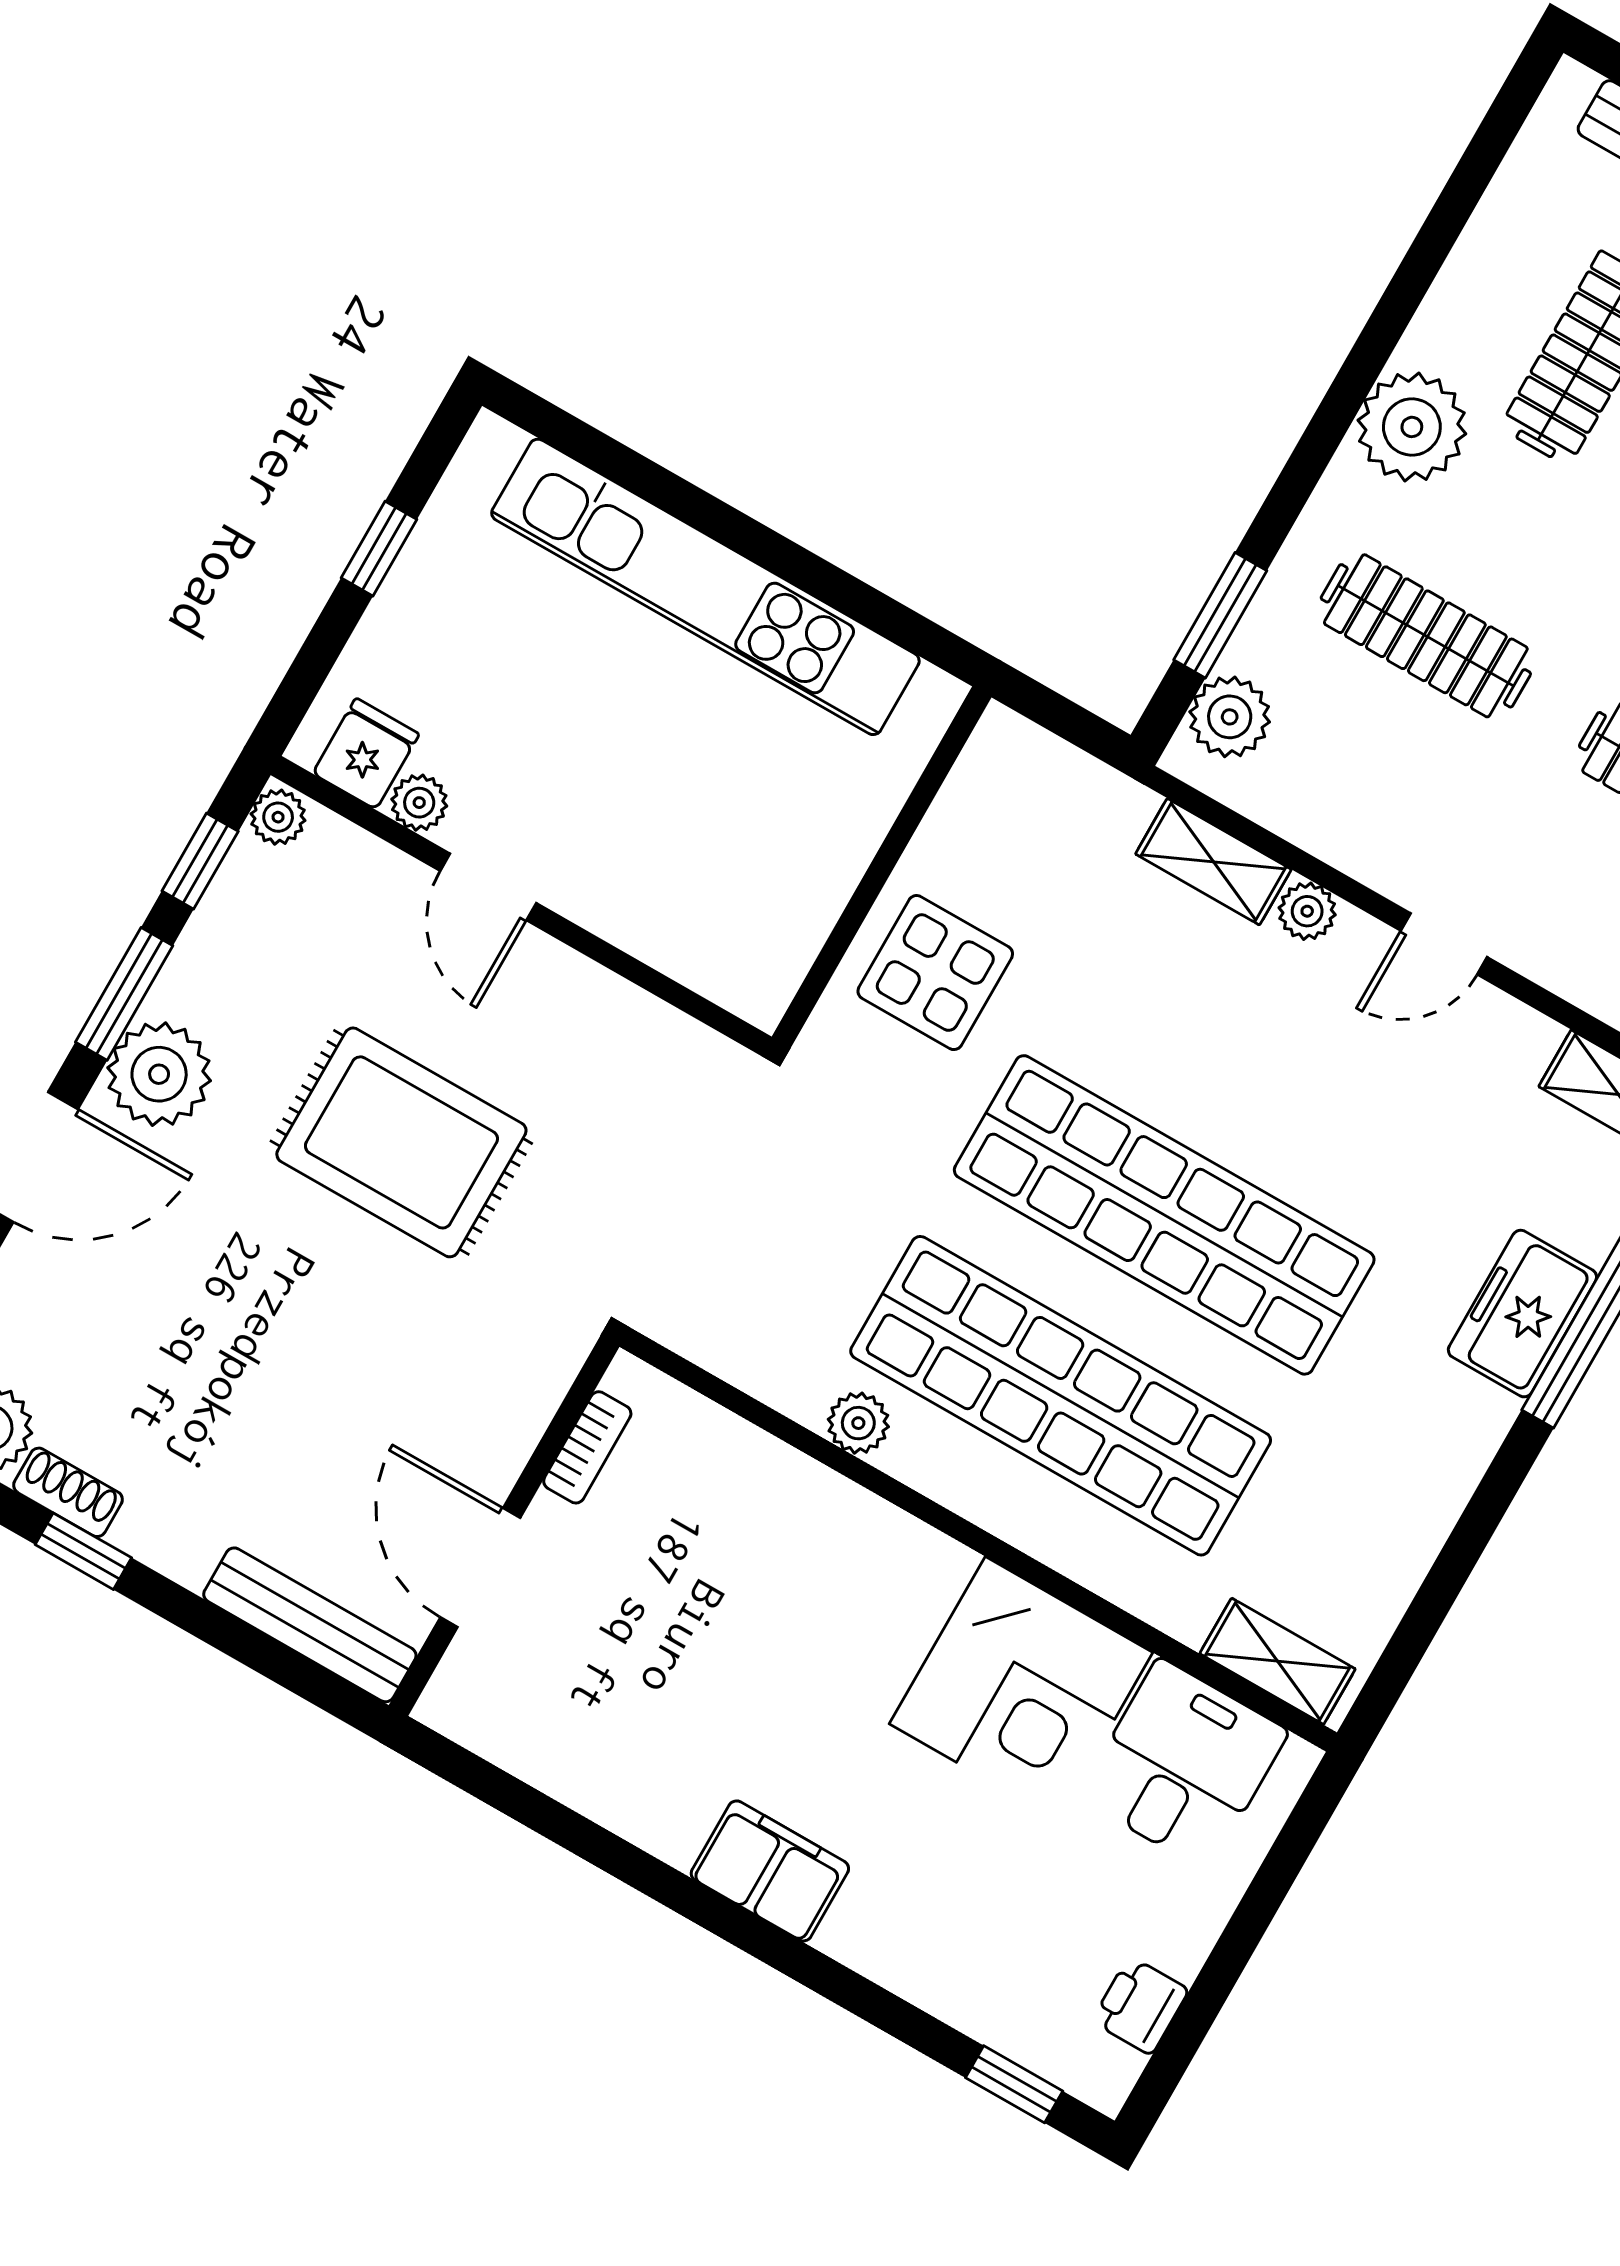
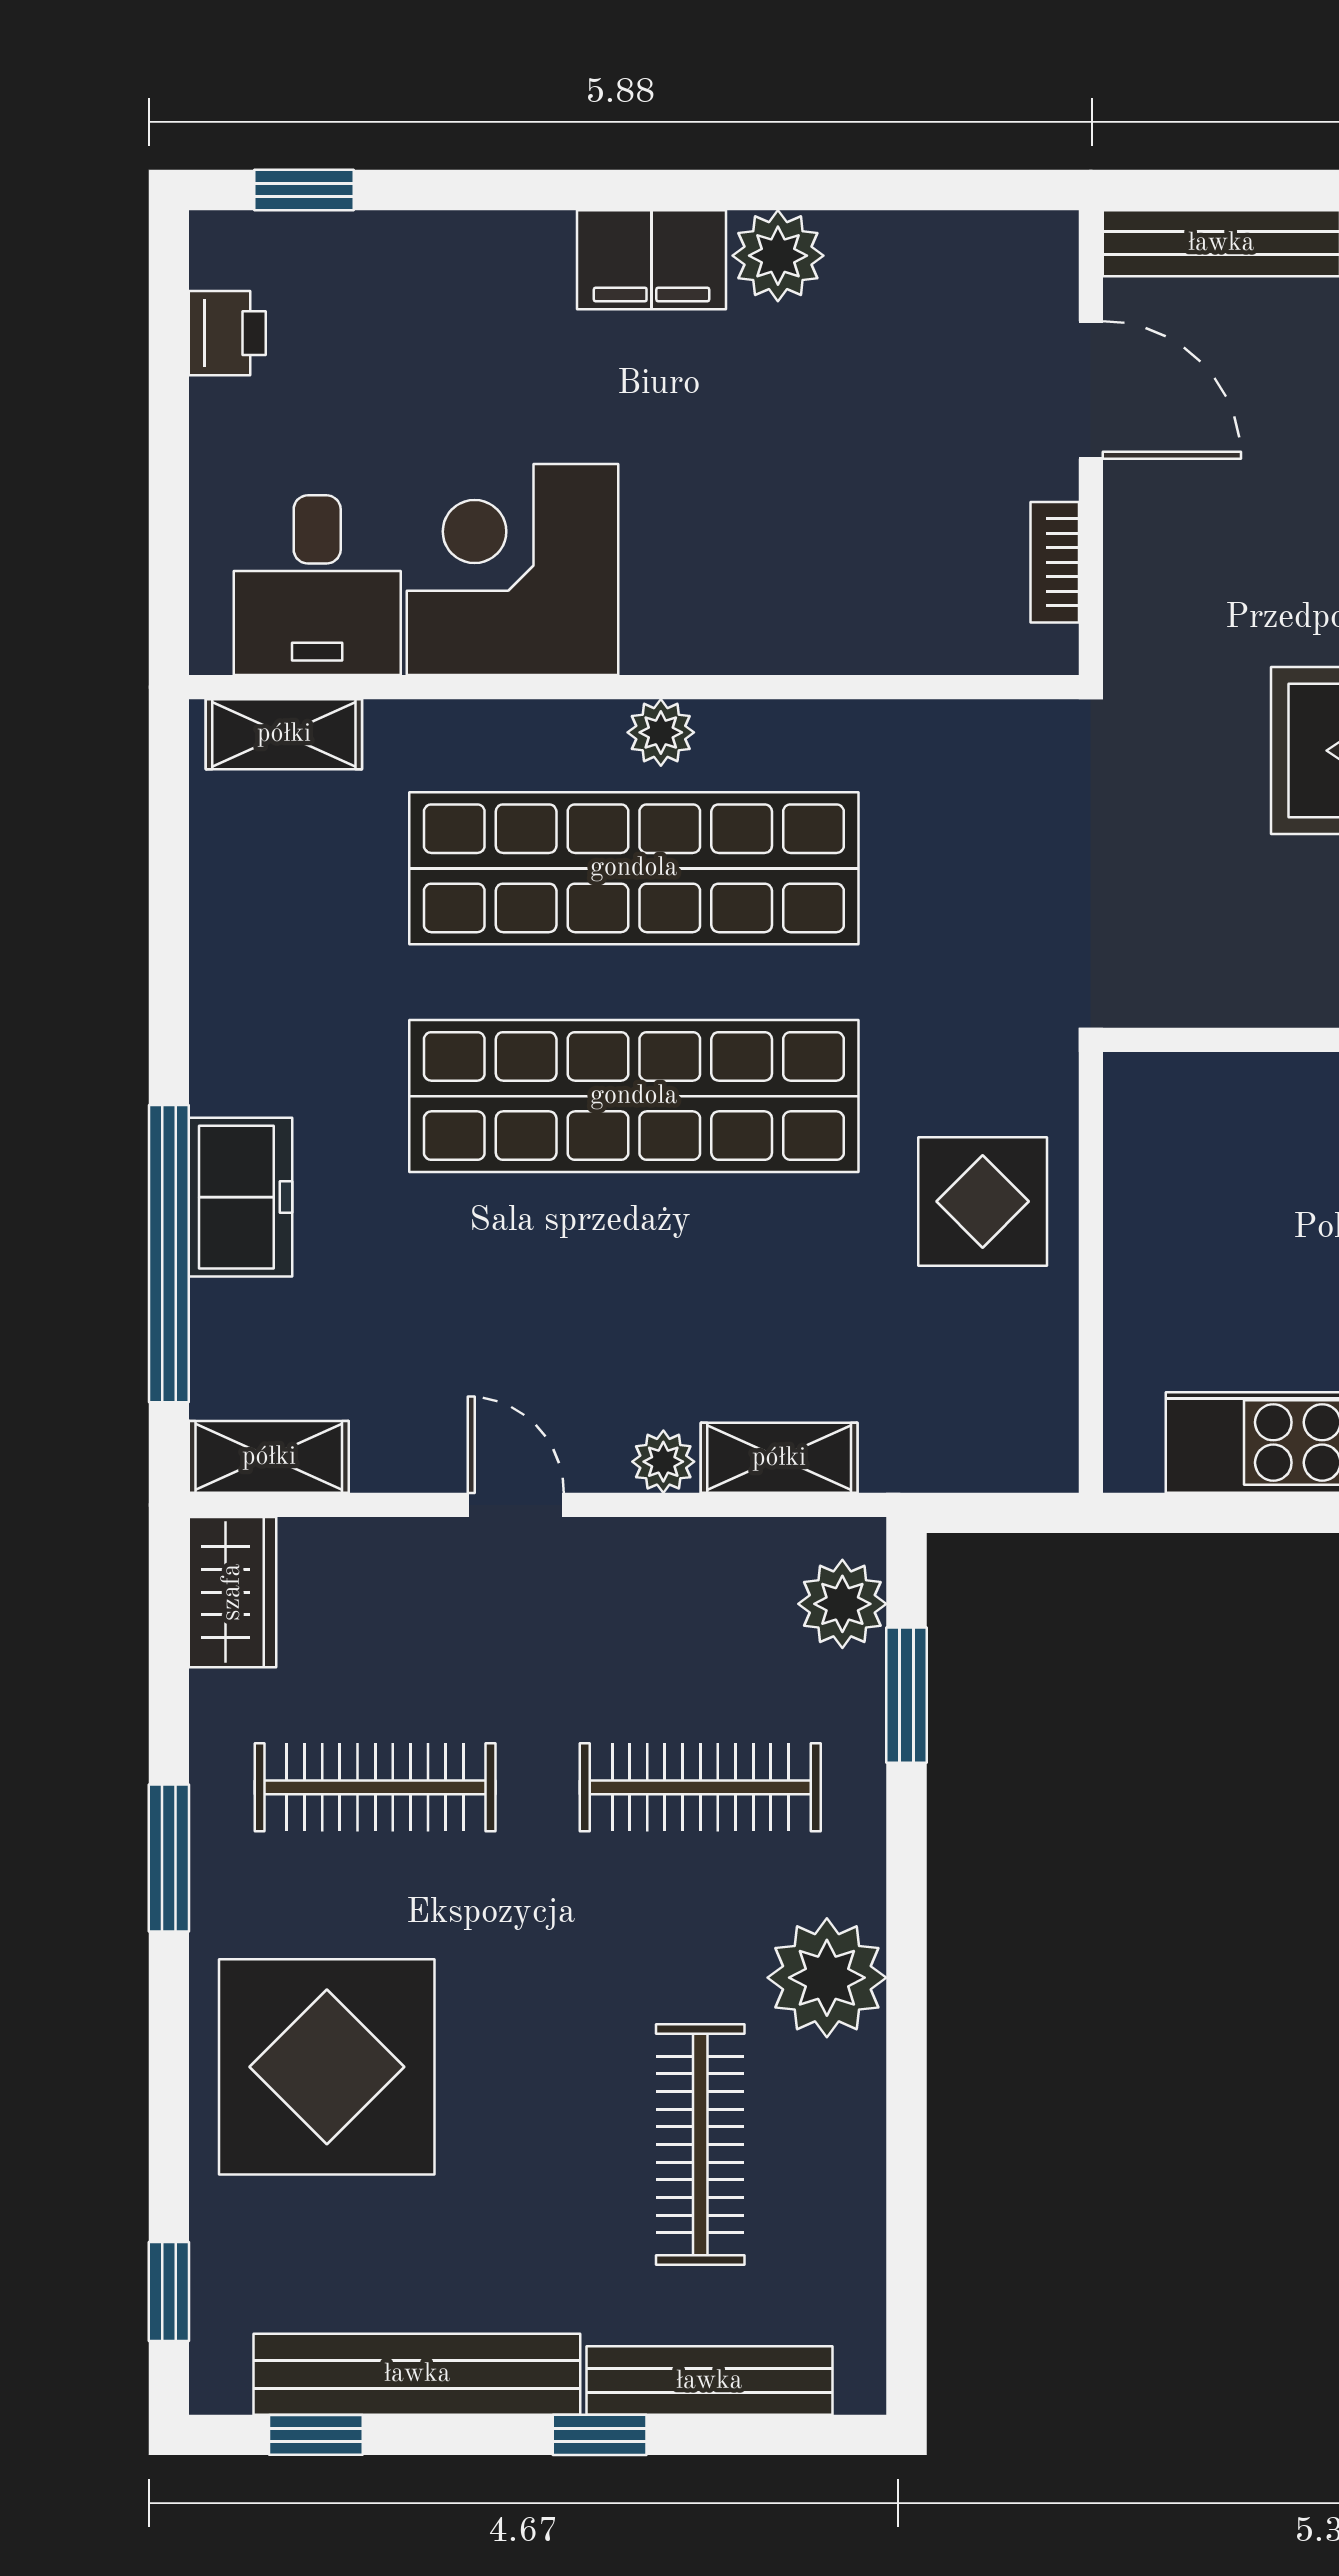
door: (1444, 944) -> (516, 1505), hinge flipped
plant: (858, 1423) -> (661, 732), moved
plant: (668, 1817) -> (778, 256), added

